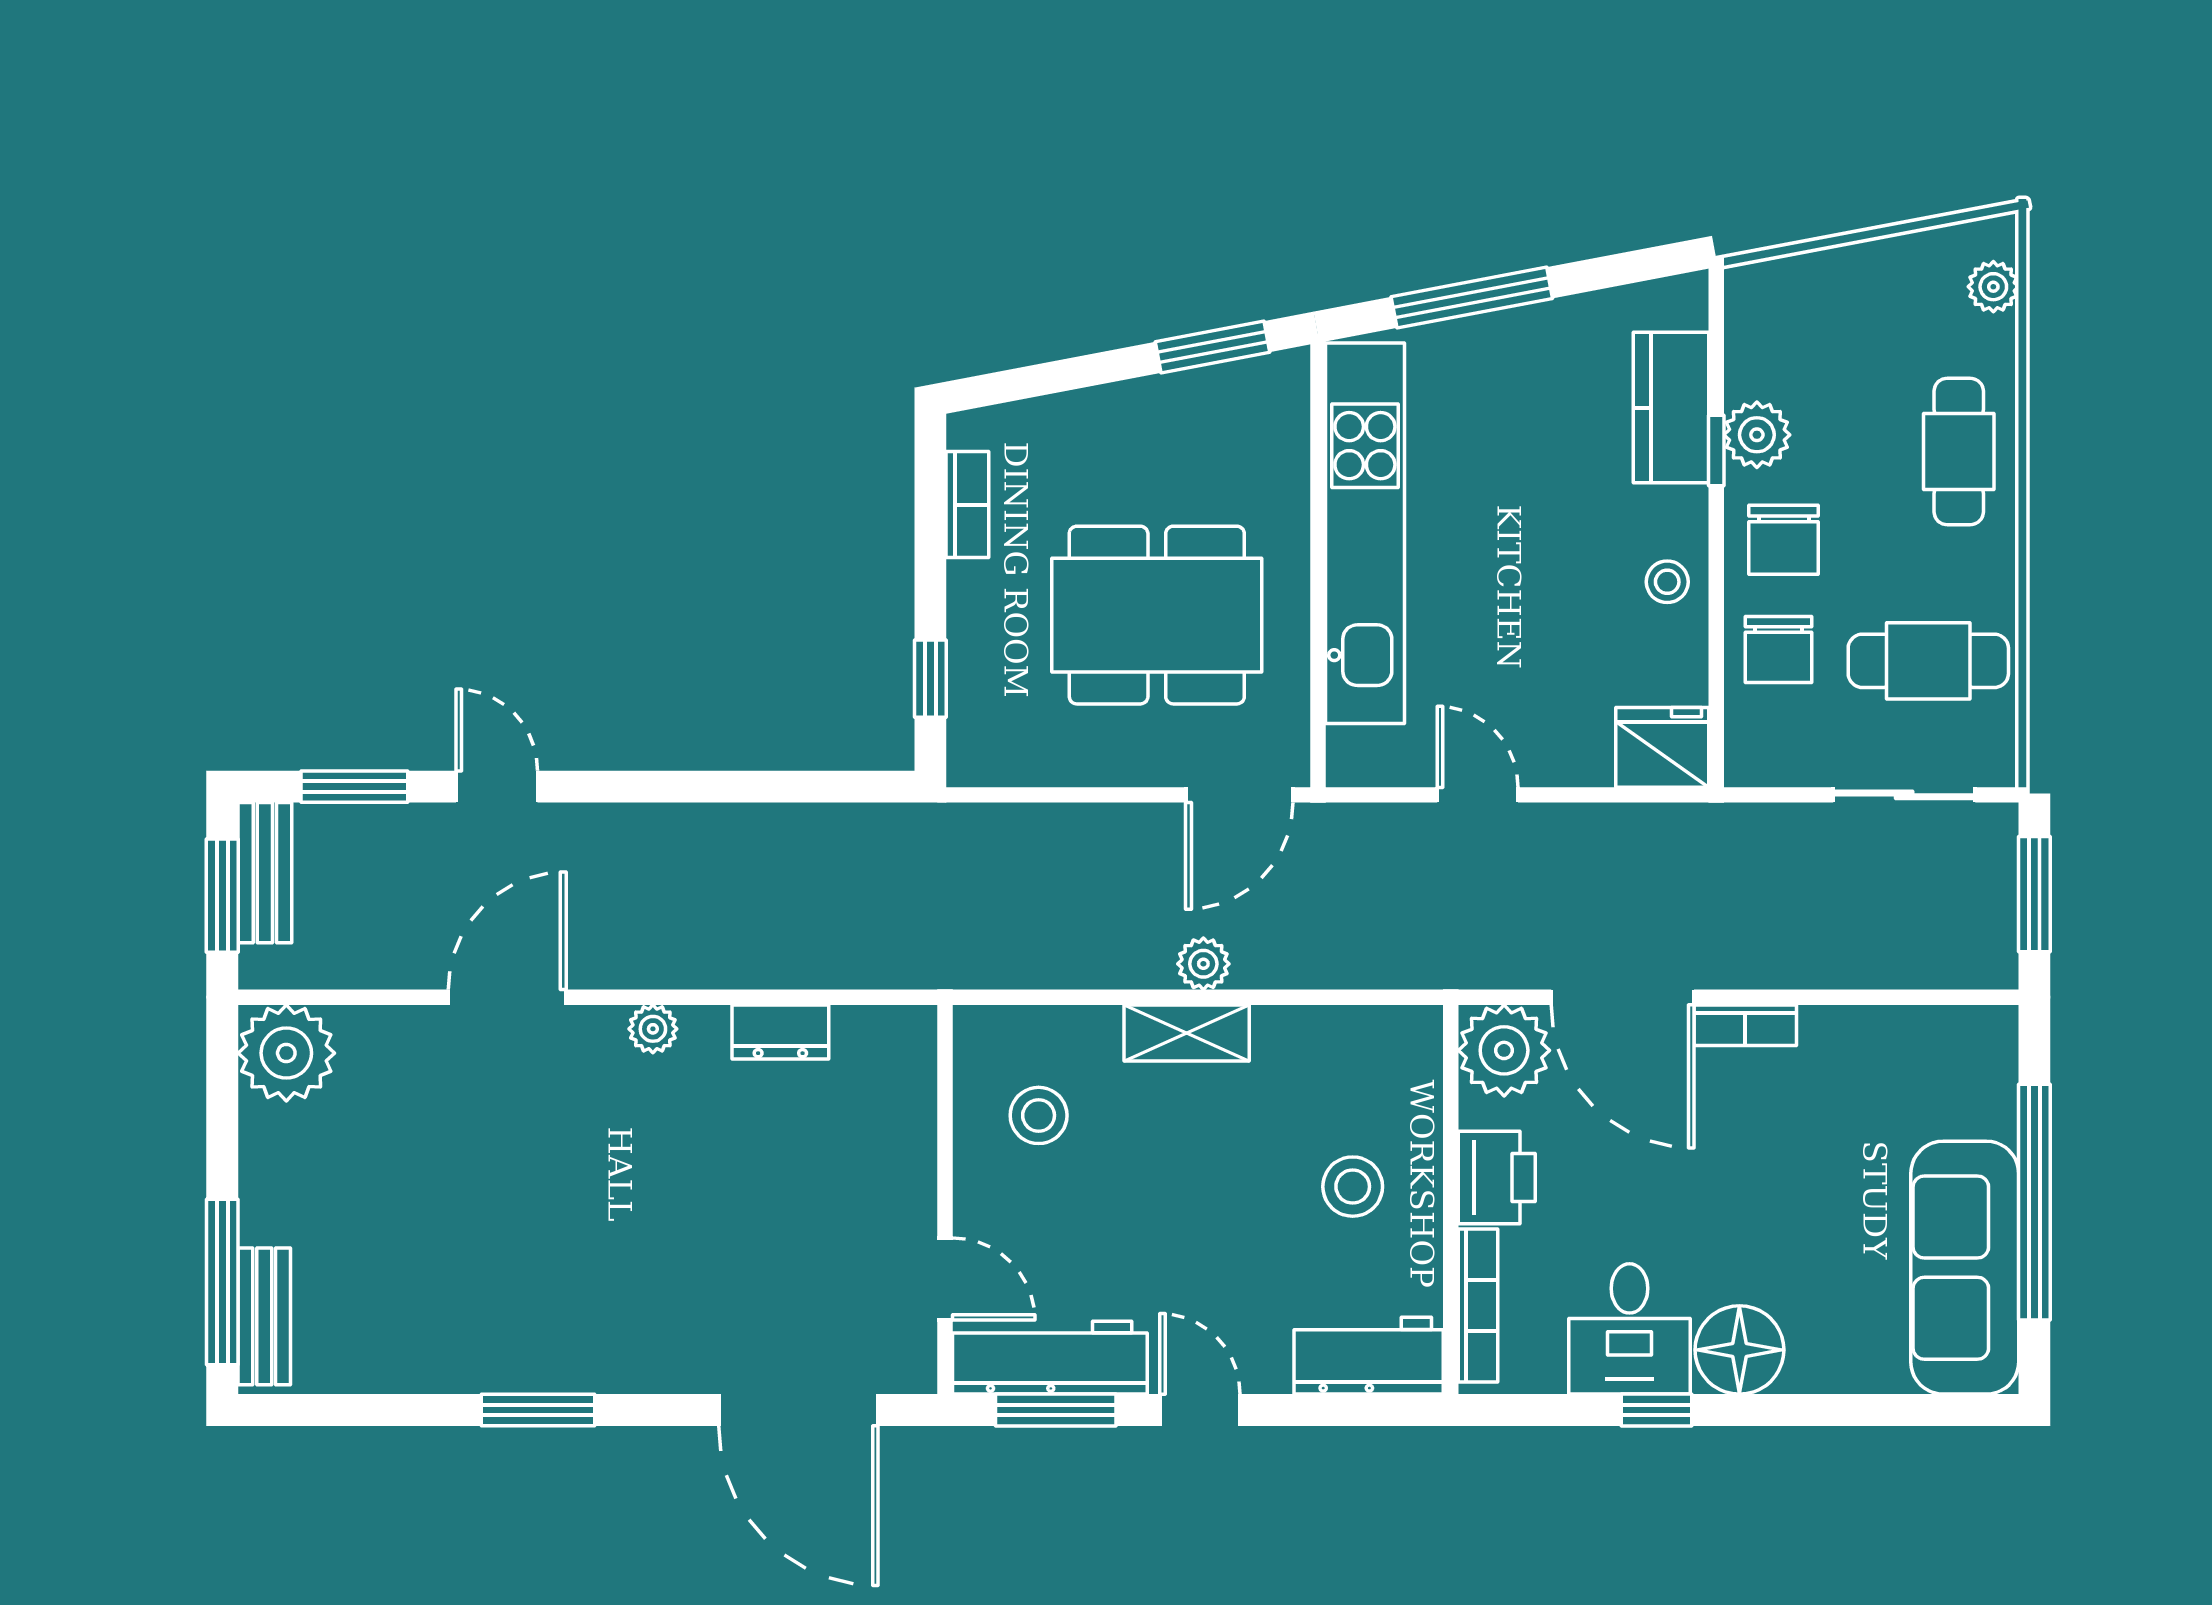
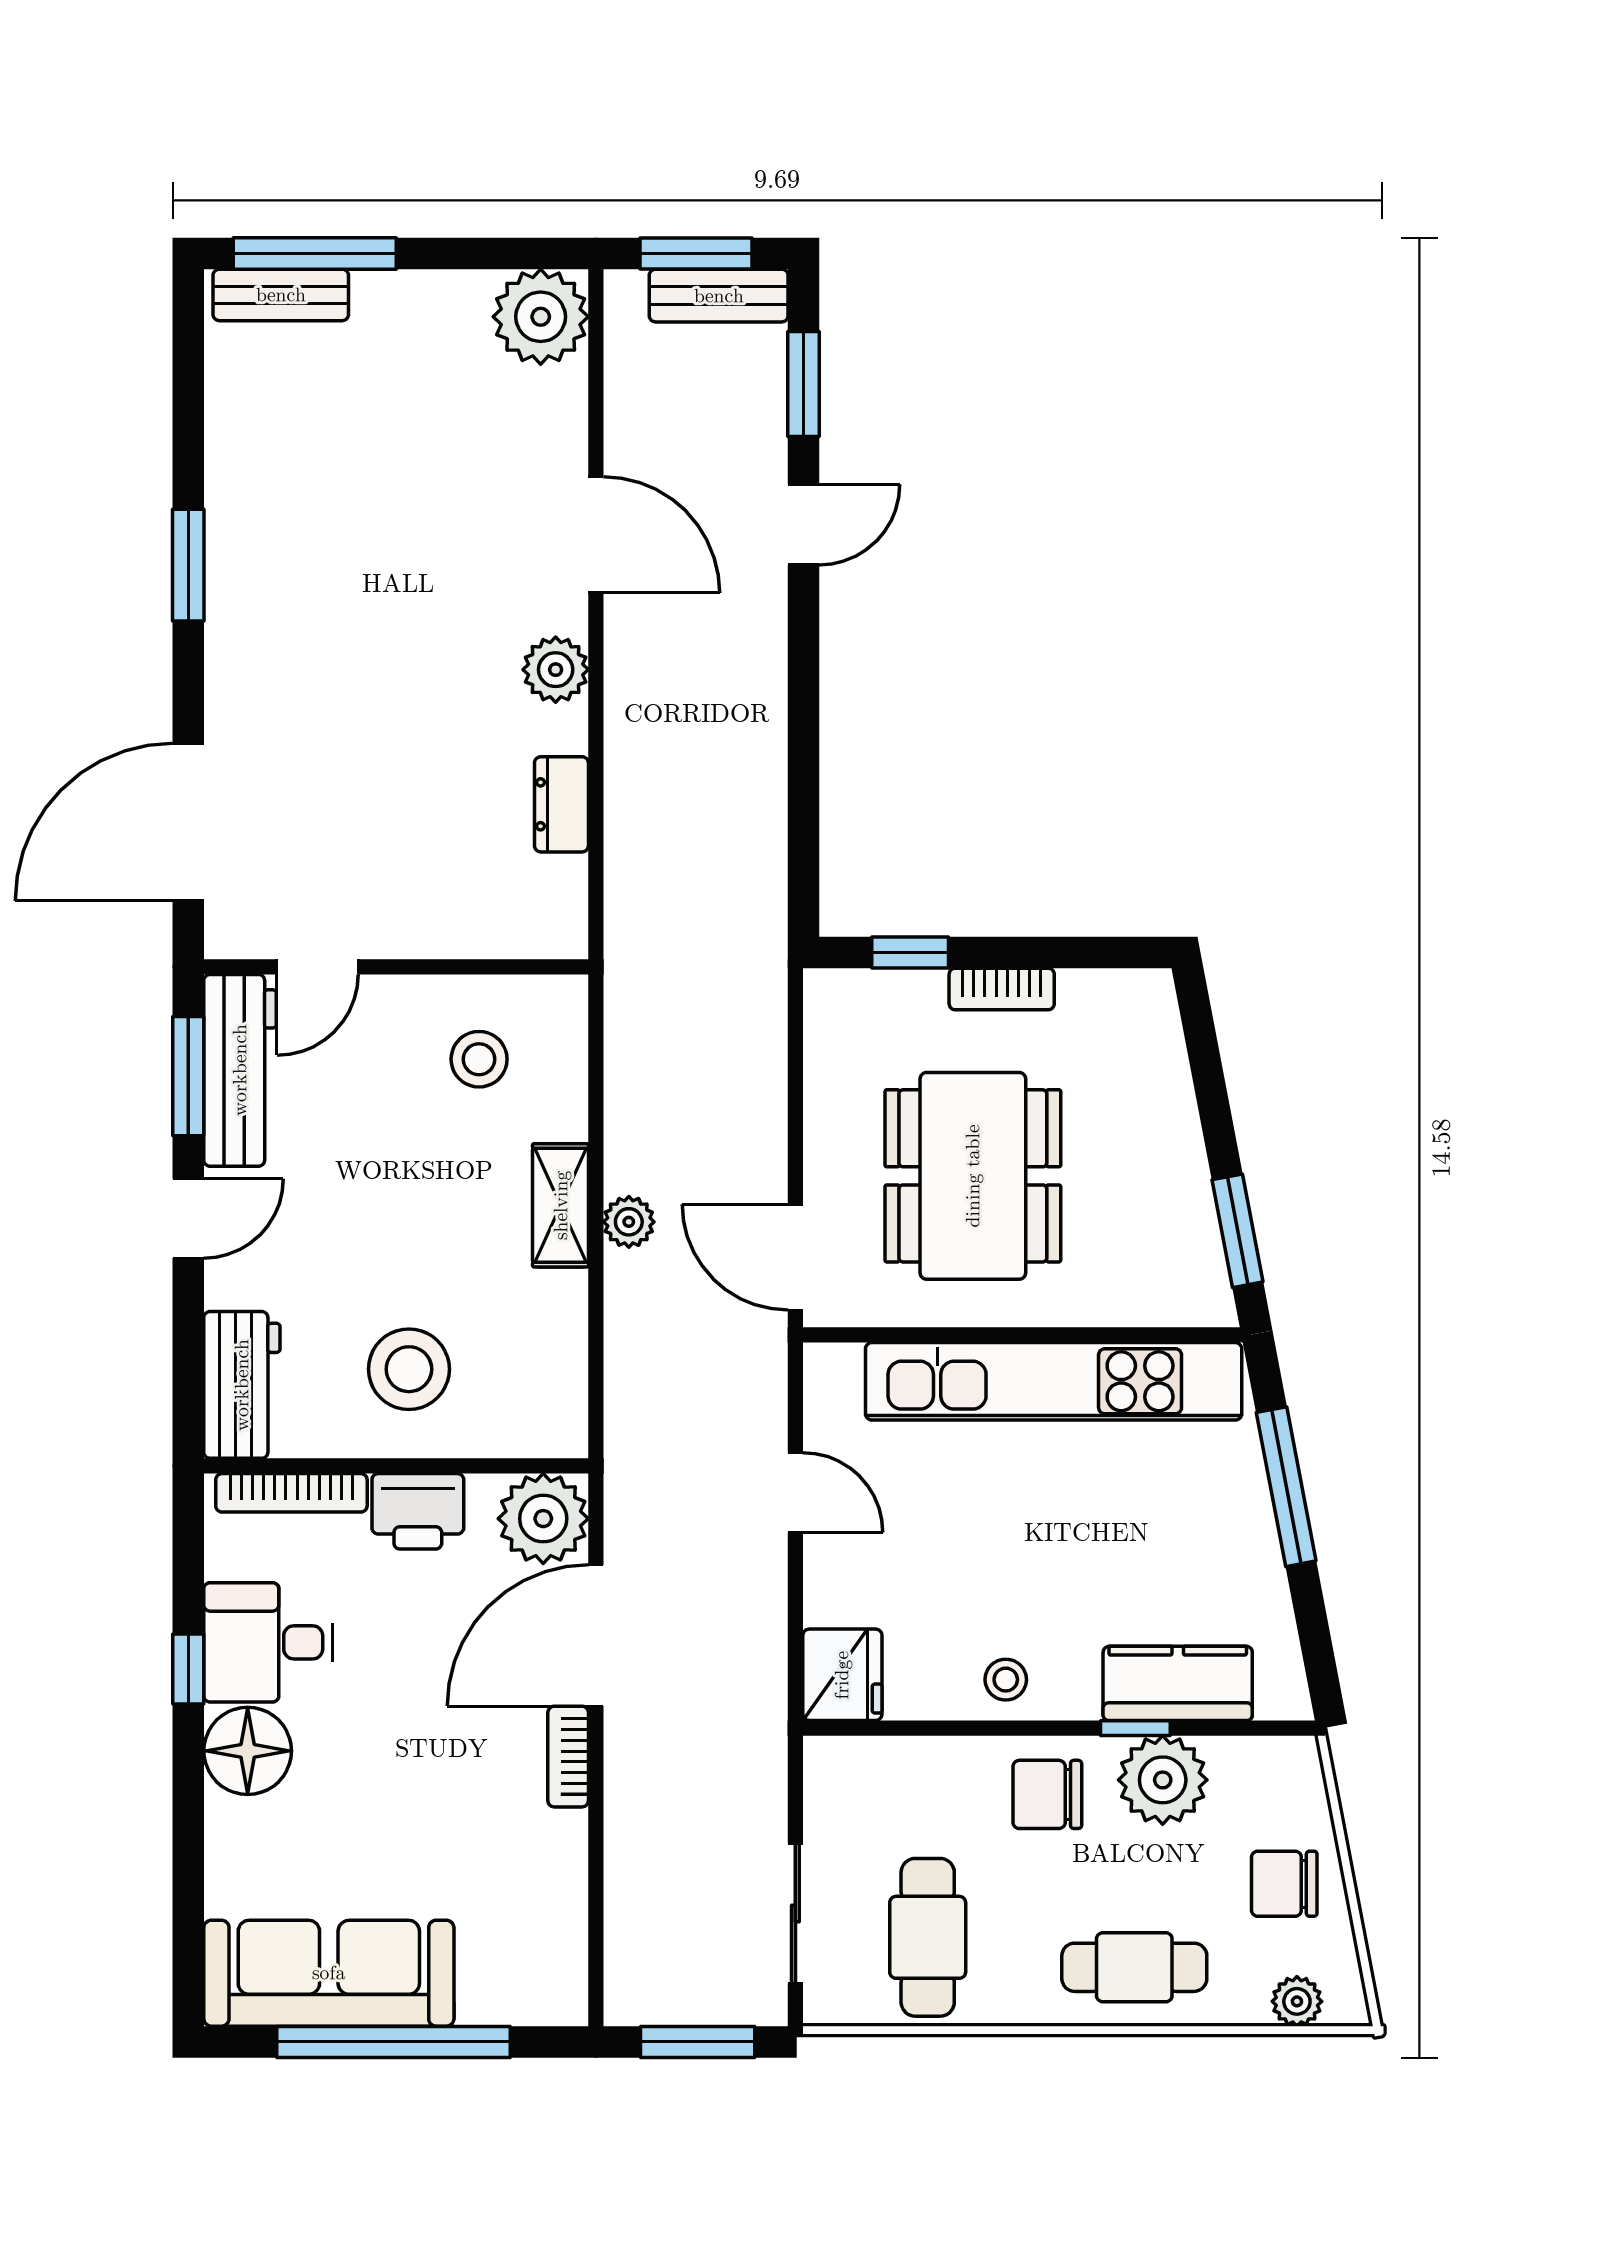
plant: (1757, 435) -> (1163, 1780), width x1.36, depth x1.36
bookcase: (967, 505) -> (1002, 989), moved
chair: (1778, 649) -> (1284, 1884), moved
door: (1478, 795) -> (795, 1492), hinge flipped
plant: (653, 1029) -> (556, 670), width x1.38, depth x1.38
stool: (1353, 1187) -> (409, 1369), width x1.38, depth x1.38

